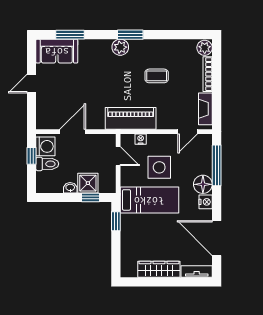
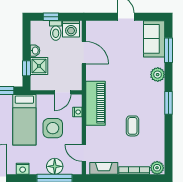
plant: (120, 47) -> (158, 75), moved
window: (32, 156) -> (51, 17), moved
floor lamp: (203, 184) -> (55, 166), moved

